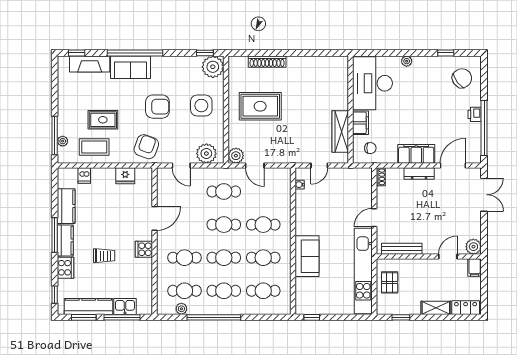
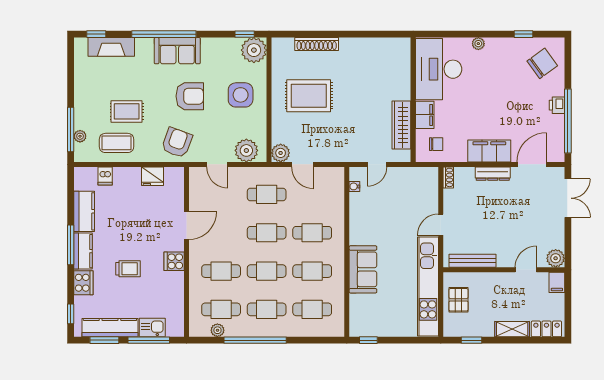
sofa: (131, 67) -> (177, 51), moved

